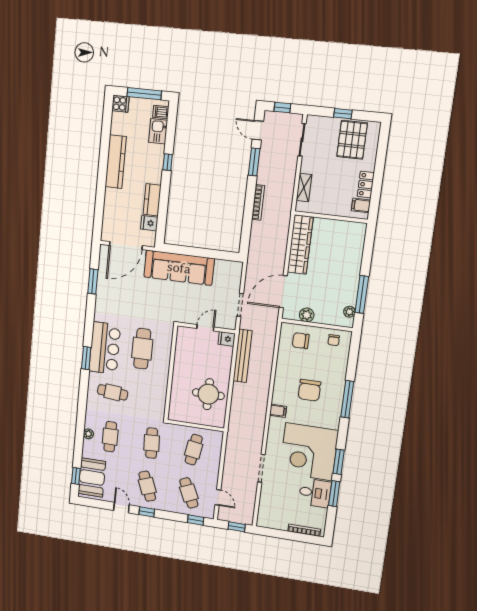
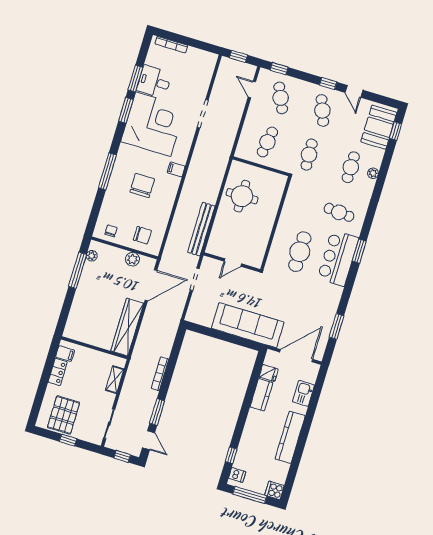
kitchen sink: (158, 131) -> (303, 393), moved, turned 180
window: (168, 162) -> (231, 455), moved
fridge: (227, 339) -> (214, 248), removed

